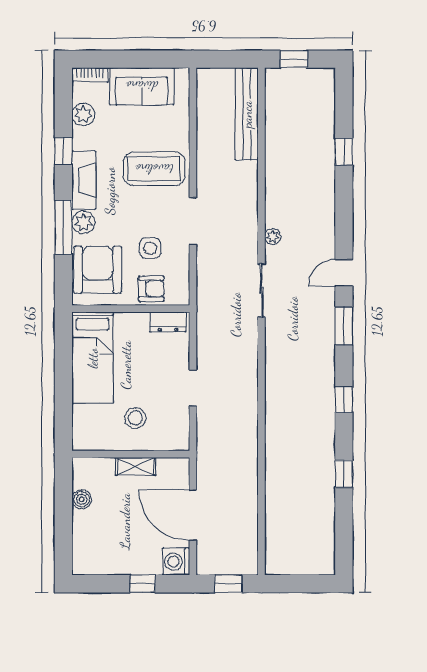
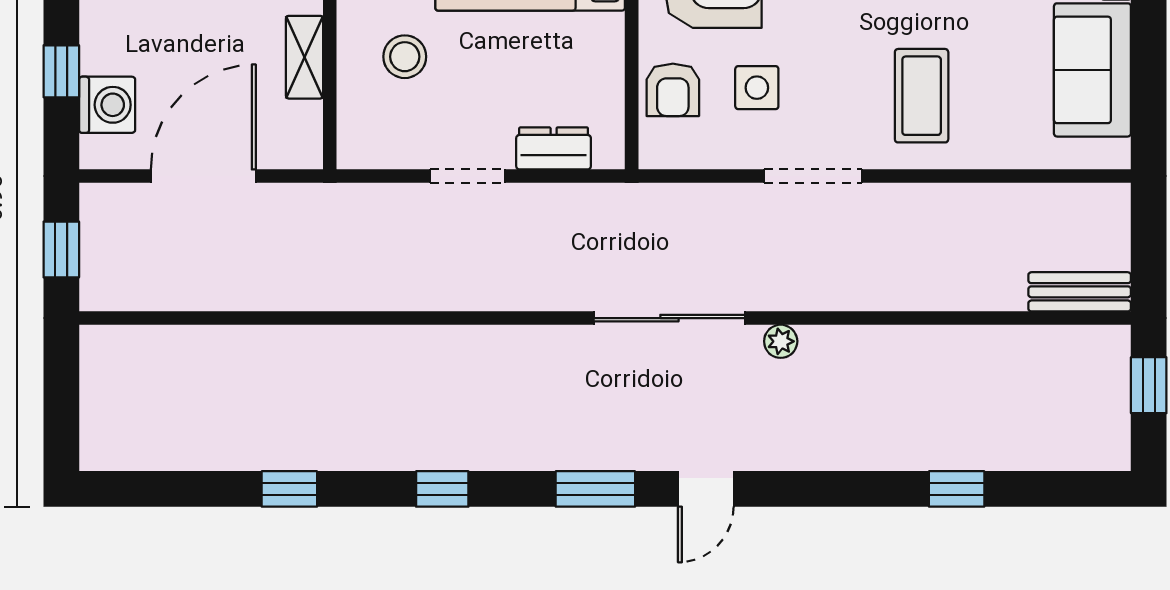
bench: (247, 114) -> (1080, 292), width x0.54, depth x0.82
coffee table: (154, 169) -> (922, 96), width x0.73, depth x0.76
door: (344, 273) -> (706, 489), swing flipped
sliding door: (261, 290) -> (669, 318), width x1.37
dresser: (168, 322) -> (554, 148), moved, turned 90
washing machine: (176, 562) -> (107, 105), moved, turned 90

